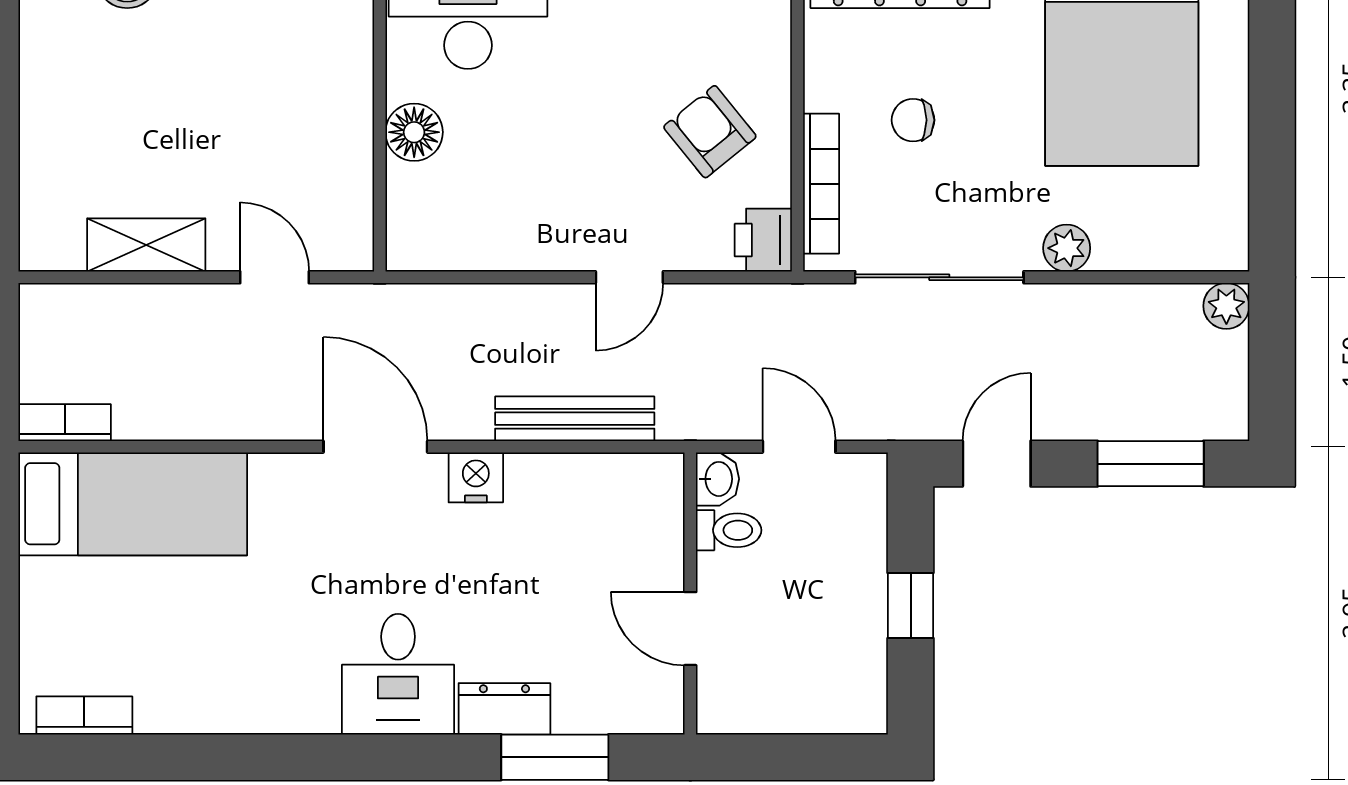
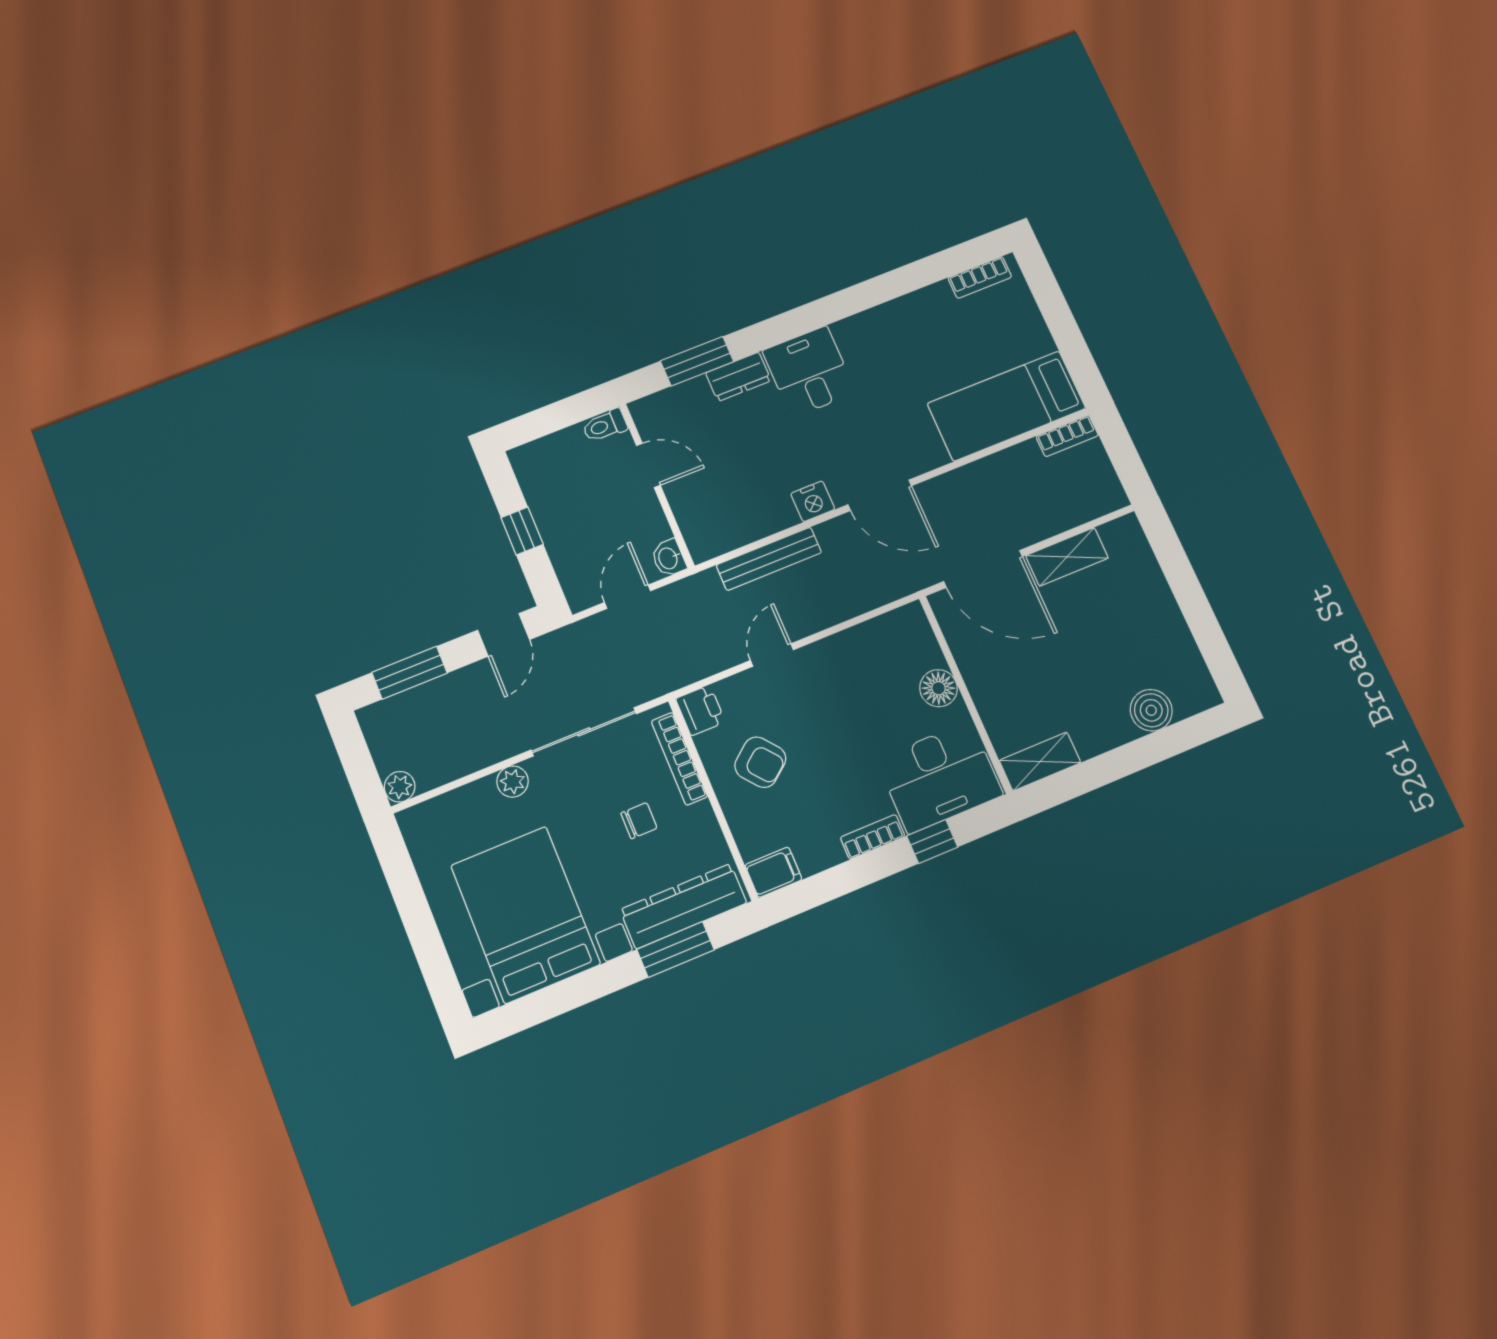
door: (275, 277) -> (983, 569), width x1.87
door: (799, 447) -> (628, 597), swing flipped
toilet: (729, 530) -> (605, 426), moved

